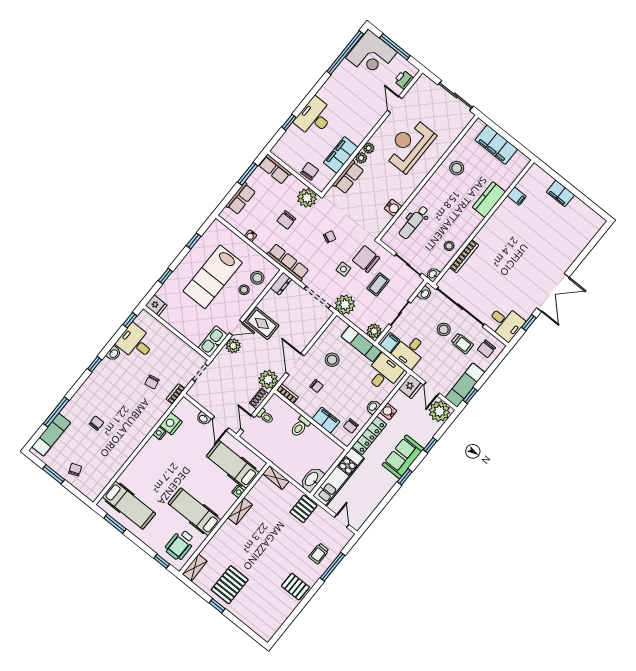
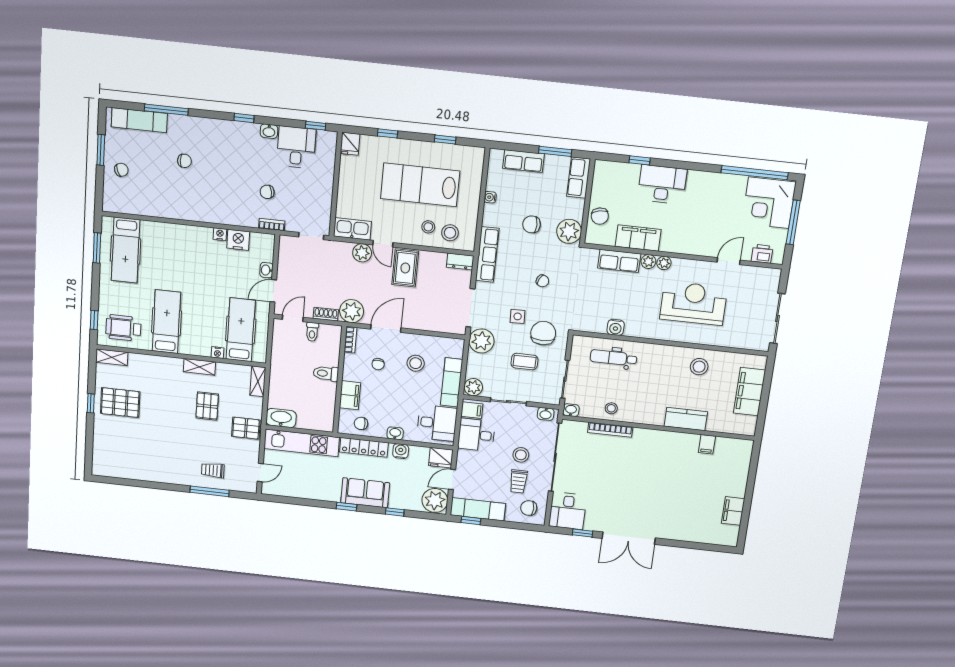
chair: (310, 171) -> (600, 216), turned 82
filing cabinet: (560, 193) -> (733, 511), moved
pallet: (295, 587) -> (207, 406), moved

